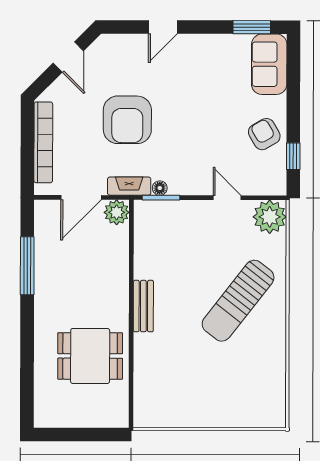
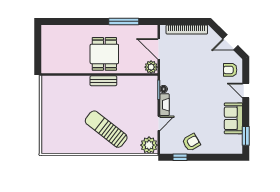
sofa: (269, 64) -> (233, 118), moved, turned -90
armchair: (127, 120) -> (230, 70), moved, width x0.53, depth x0.53
fireplace: (129, 186) -> (165, 105), moved
dining table: (90, 356) -> (104, 54), moved

